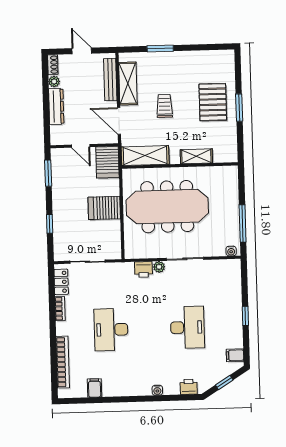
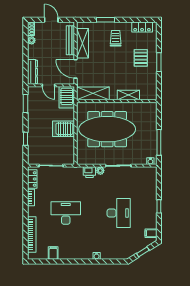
locker: (213, 57) -> (142, 27), added
pallet: (213, 102) -> (141, 58), width x0.67, depth x0.71
dresser: (56, 106) -> (32, 72), moved
trolley: (165, 106) -> (116, 38), moved
desk: (111, 330) -> (66, 213), turned 90
printer: (189, 387) -> (118, 254), removed

